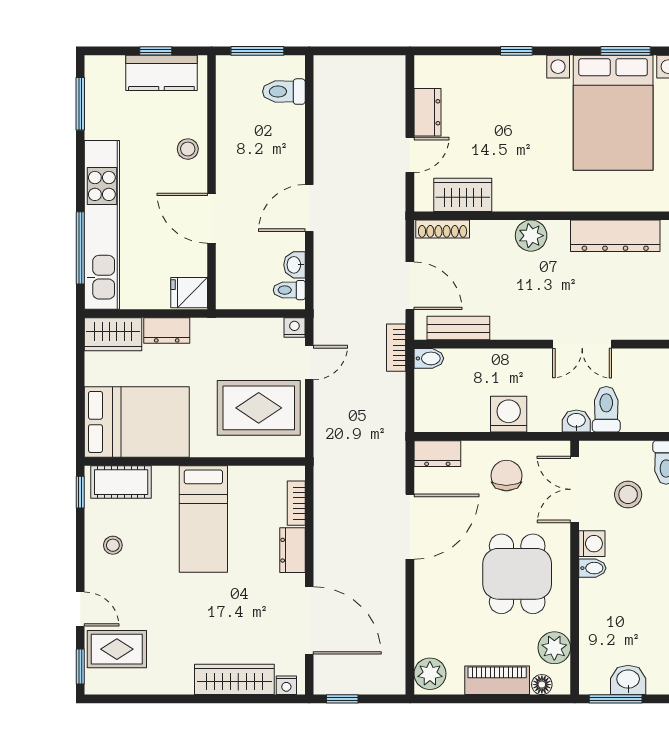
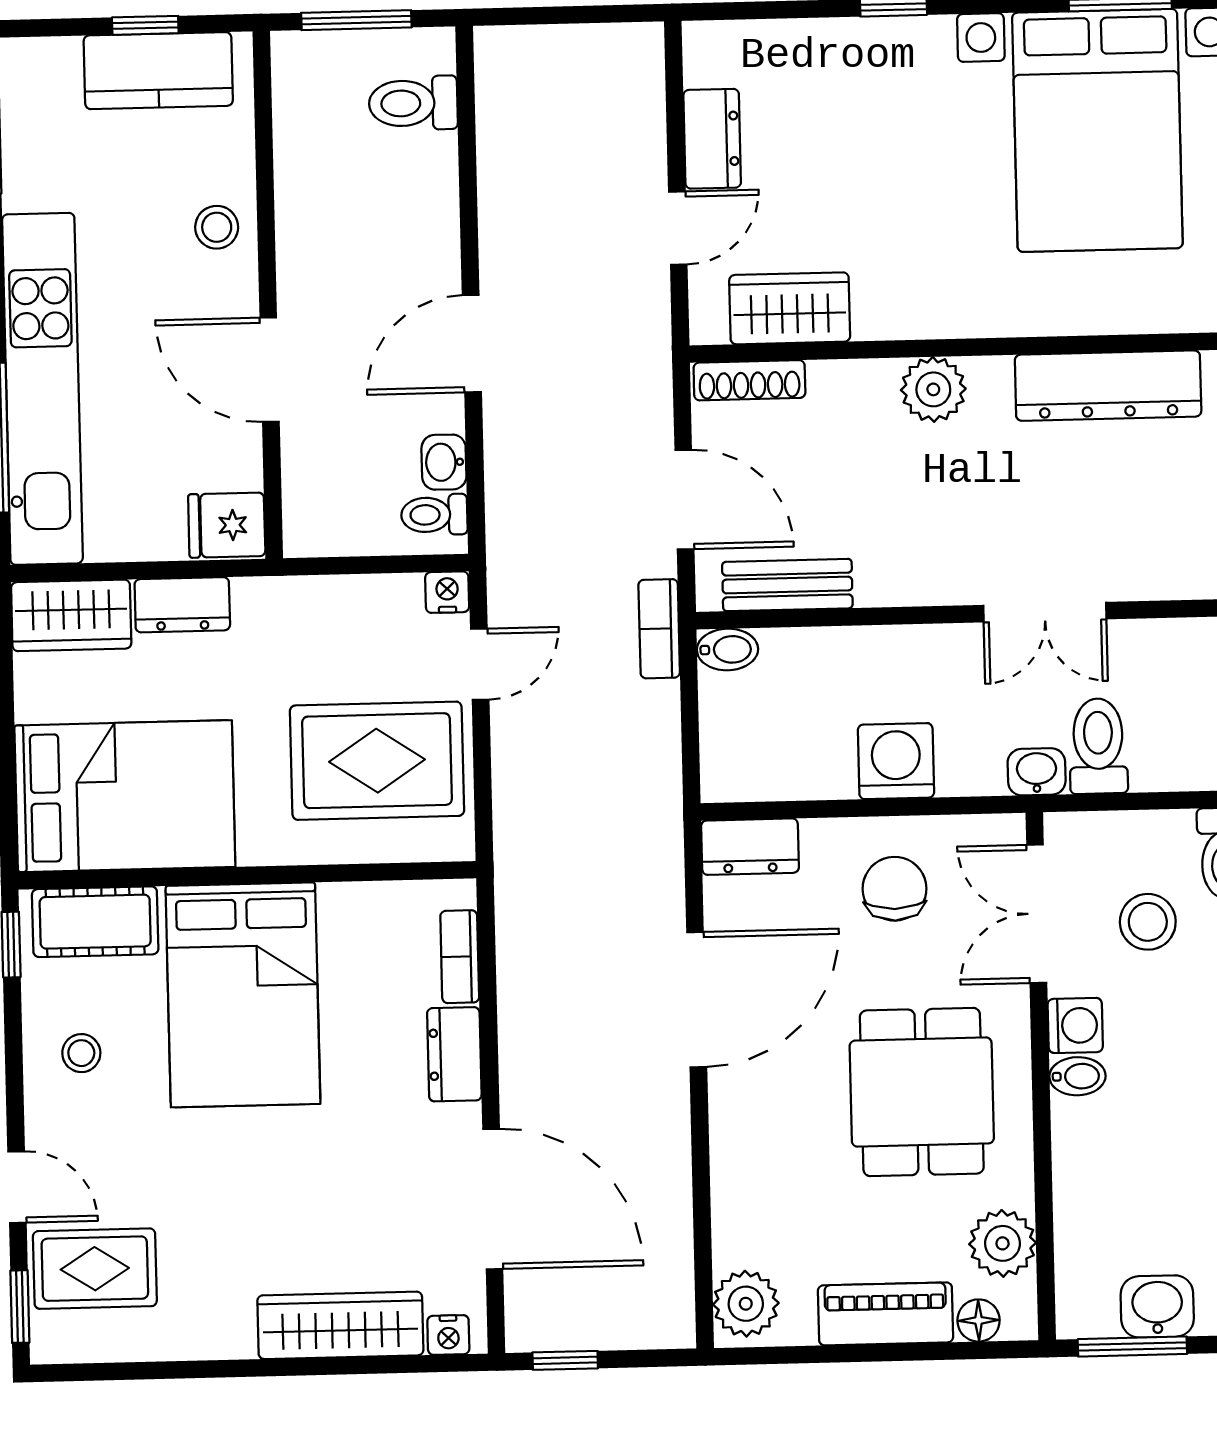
bed: (203, 519) -> (243, 995), width x1.50

